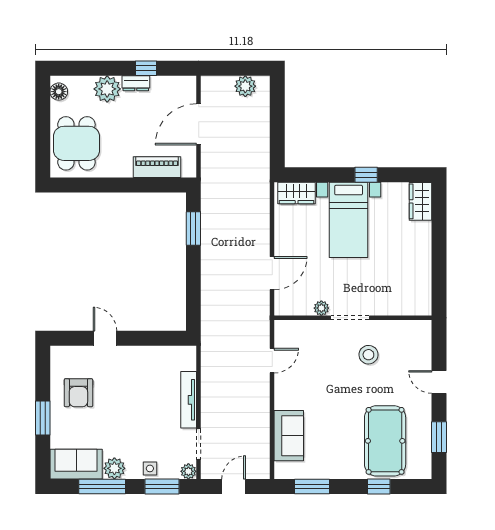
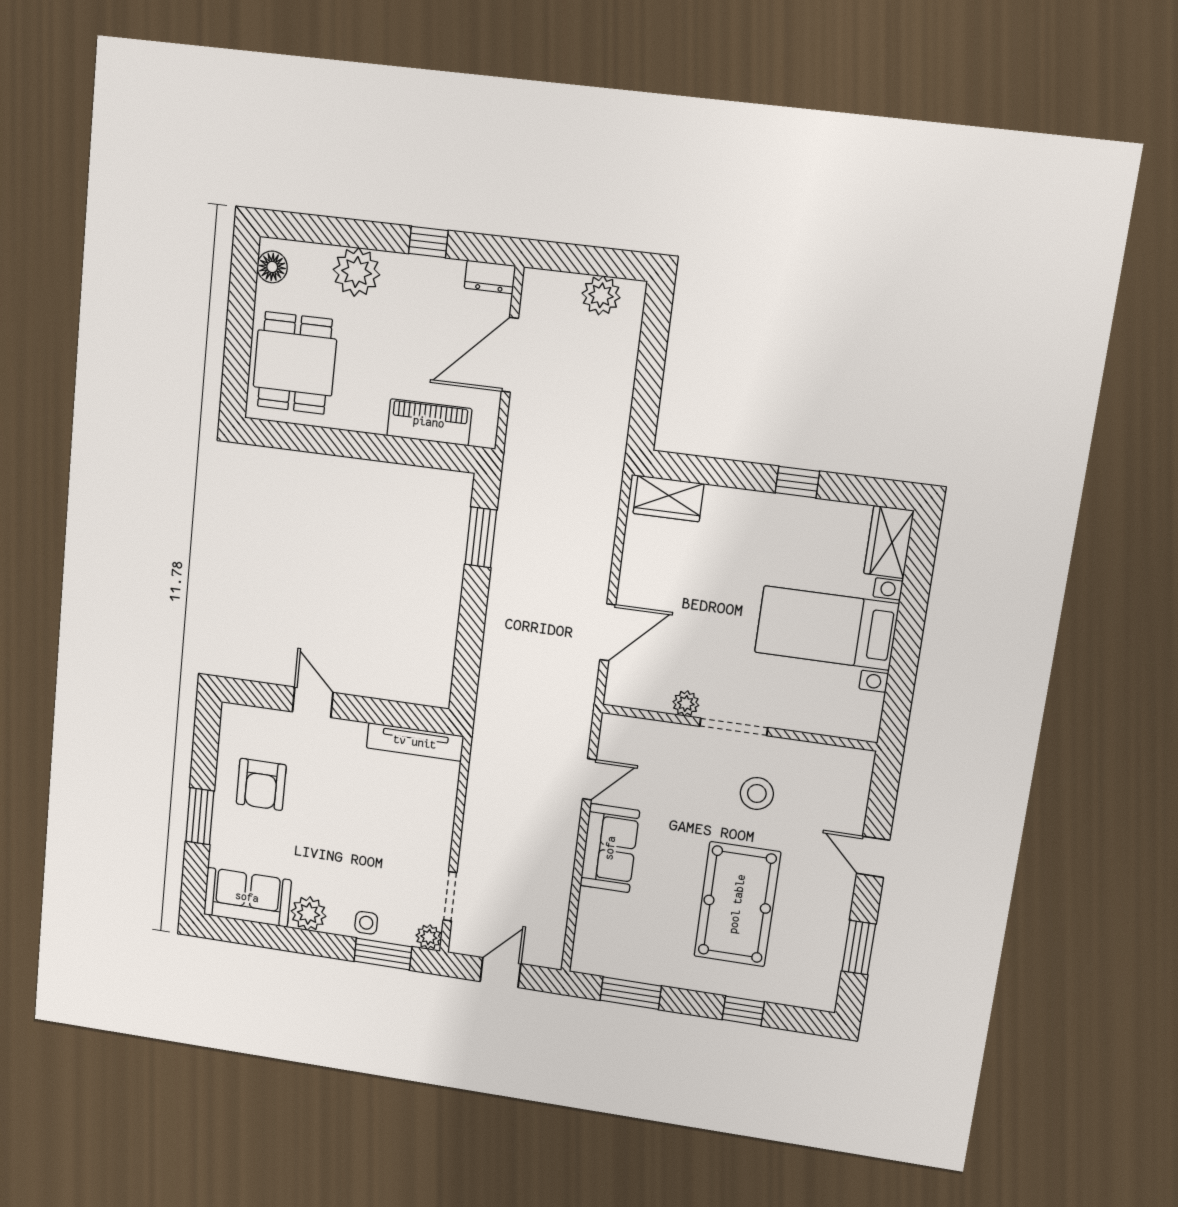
dresser: (136, 83) -> (490, 277), moved
bed with nightstands: (349, 220) -> (827, 628), moved, turned 90
tv unit: (189, 400) -> (415, 742), moved, turned -90
sofa: (289, 436) -> (610, 848), moved
pool table: (385, 441) -> (737, 904), moved
window: (102, 486) -> (286, 939), removed

